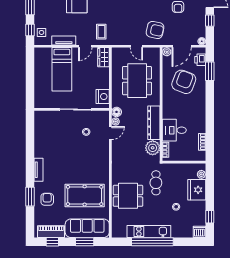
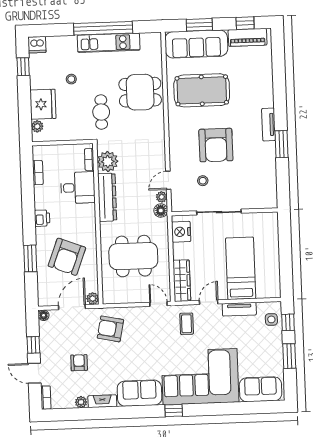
door: (136, 46) -> (158, 304), moved
wardrobe: (104, 57) -> (182, 281), width x1.50
printer: (200, 60) -> (42, 218), moved
window: (210, 71) -> (30, 258), moved
dining table: (137, 81) -> (133, 256), turned 90
window: (30, 197) -> (281, 144), moved
armchair: (47, 199) -> (216, 145), moved, width x1.88, depth x1.88

